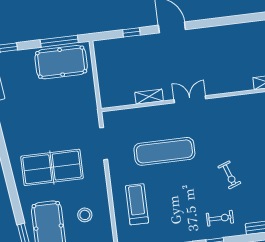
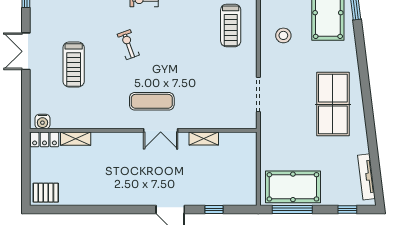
exercise mat: (164, 151) -> (152, 101), moved, width x0.73, depth x0.69
table tennis table: (52, 167) -> (333, 104), moved, turned 90
stool: (85, 215) -> (283, 35), moved

